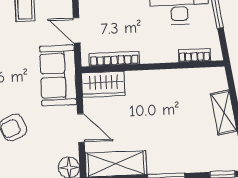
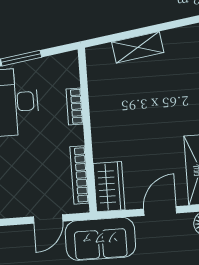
bookcase: (194, 55) -> (75, 106), moved

